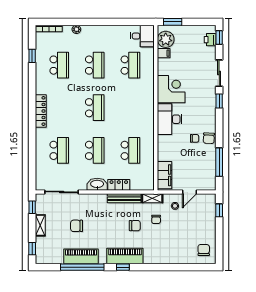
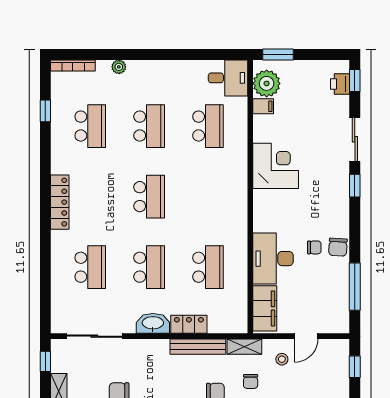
desk: (170, 119) -> (273, 259), moved

